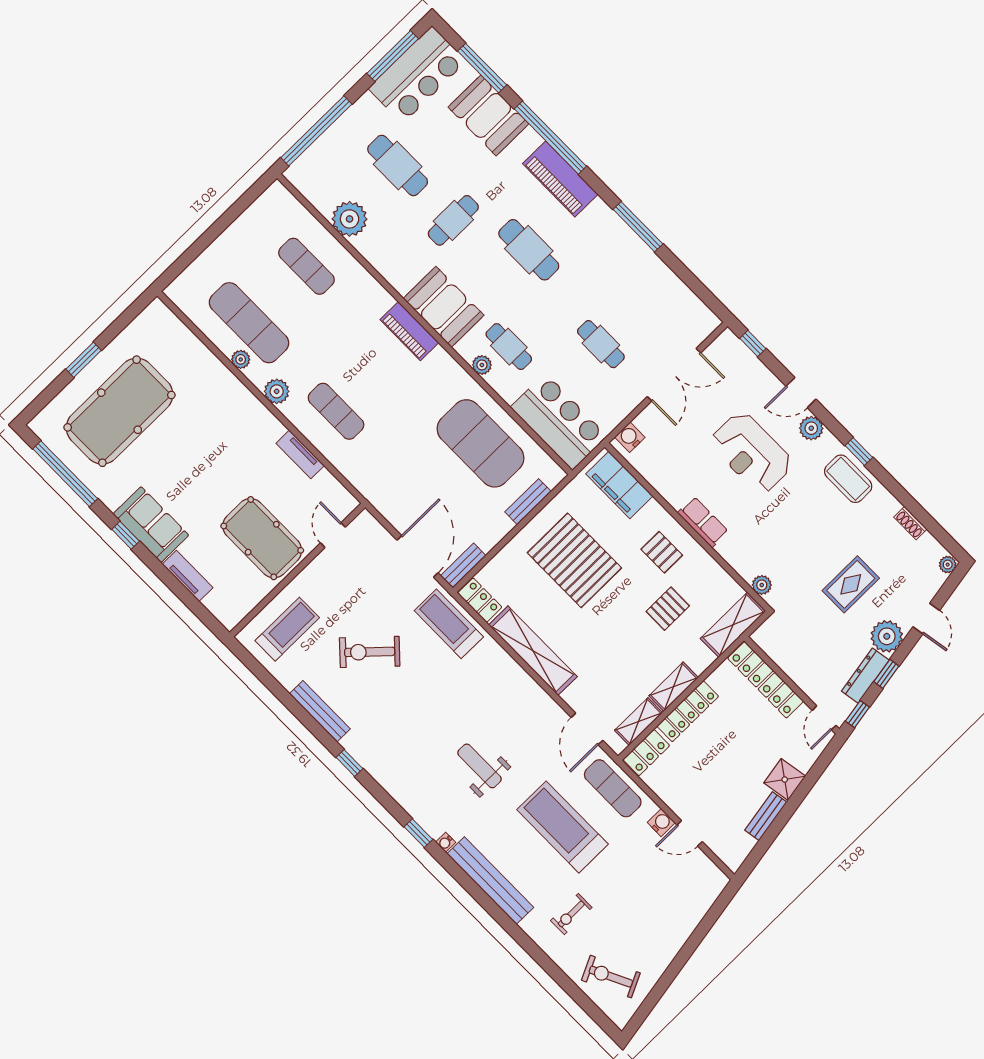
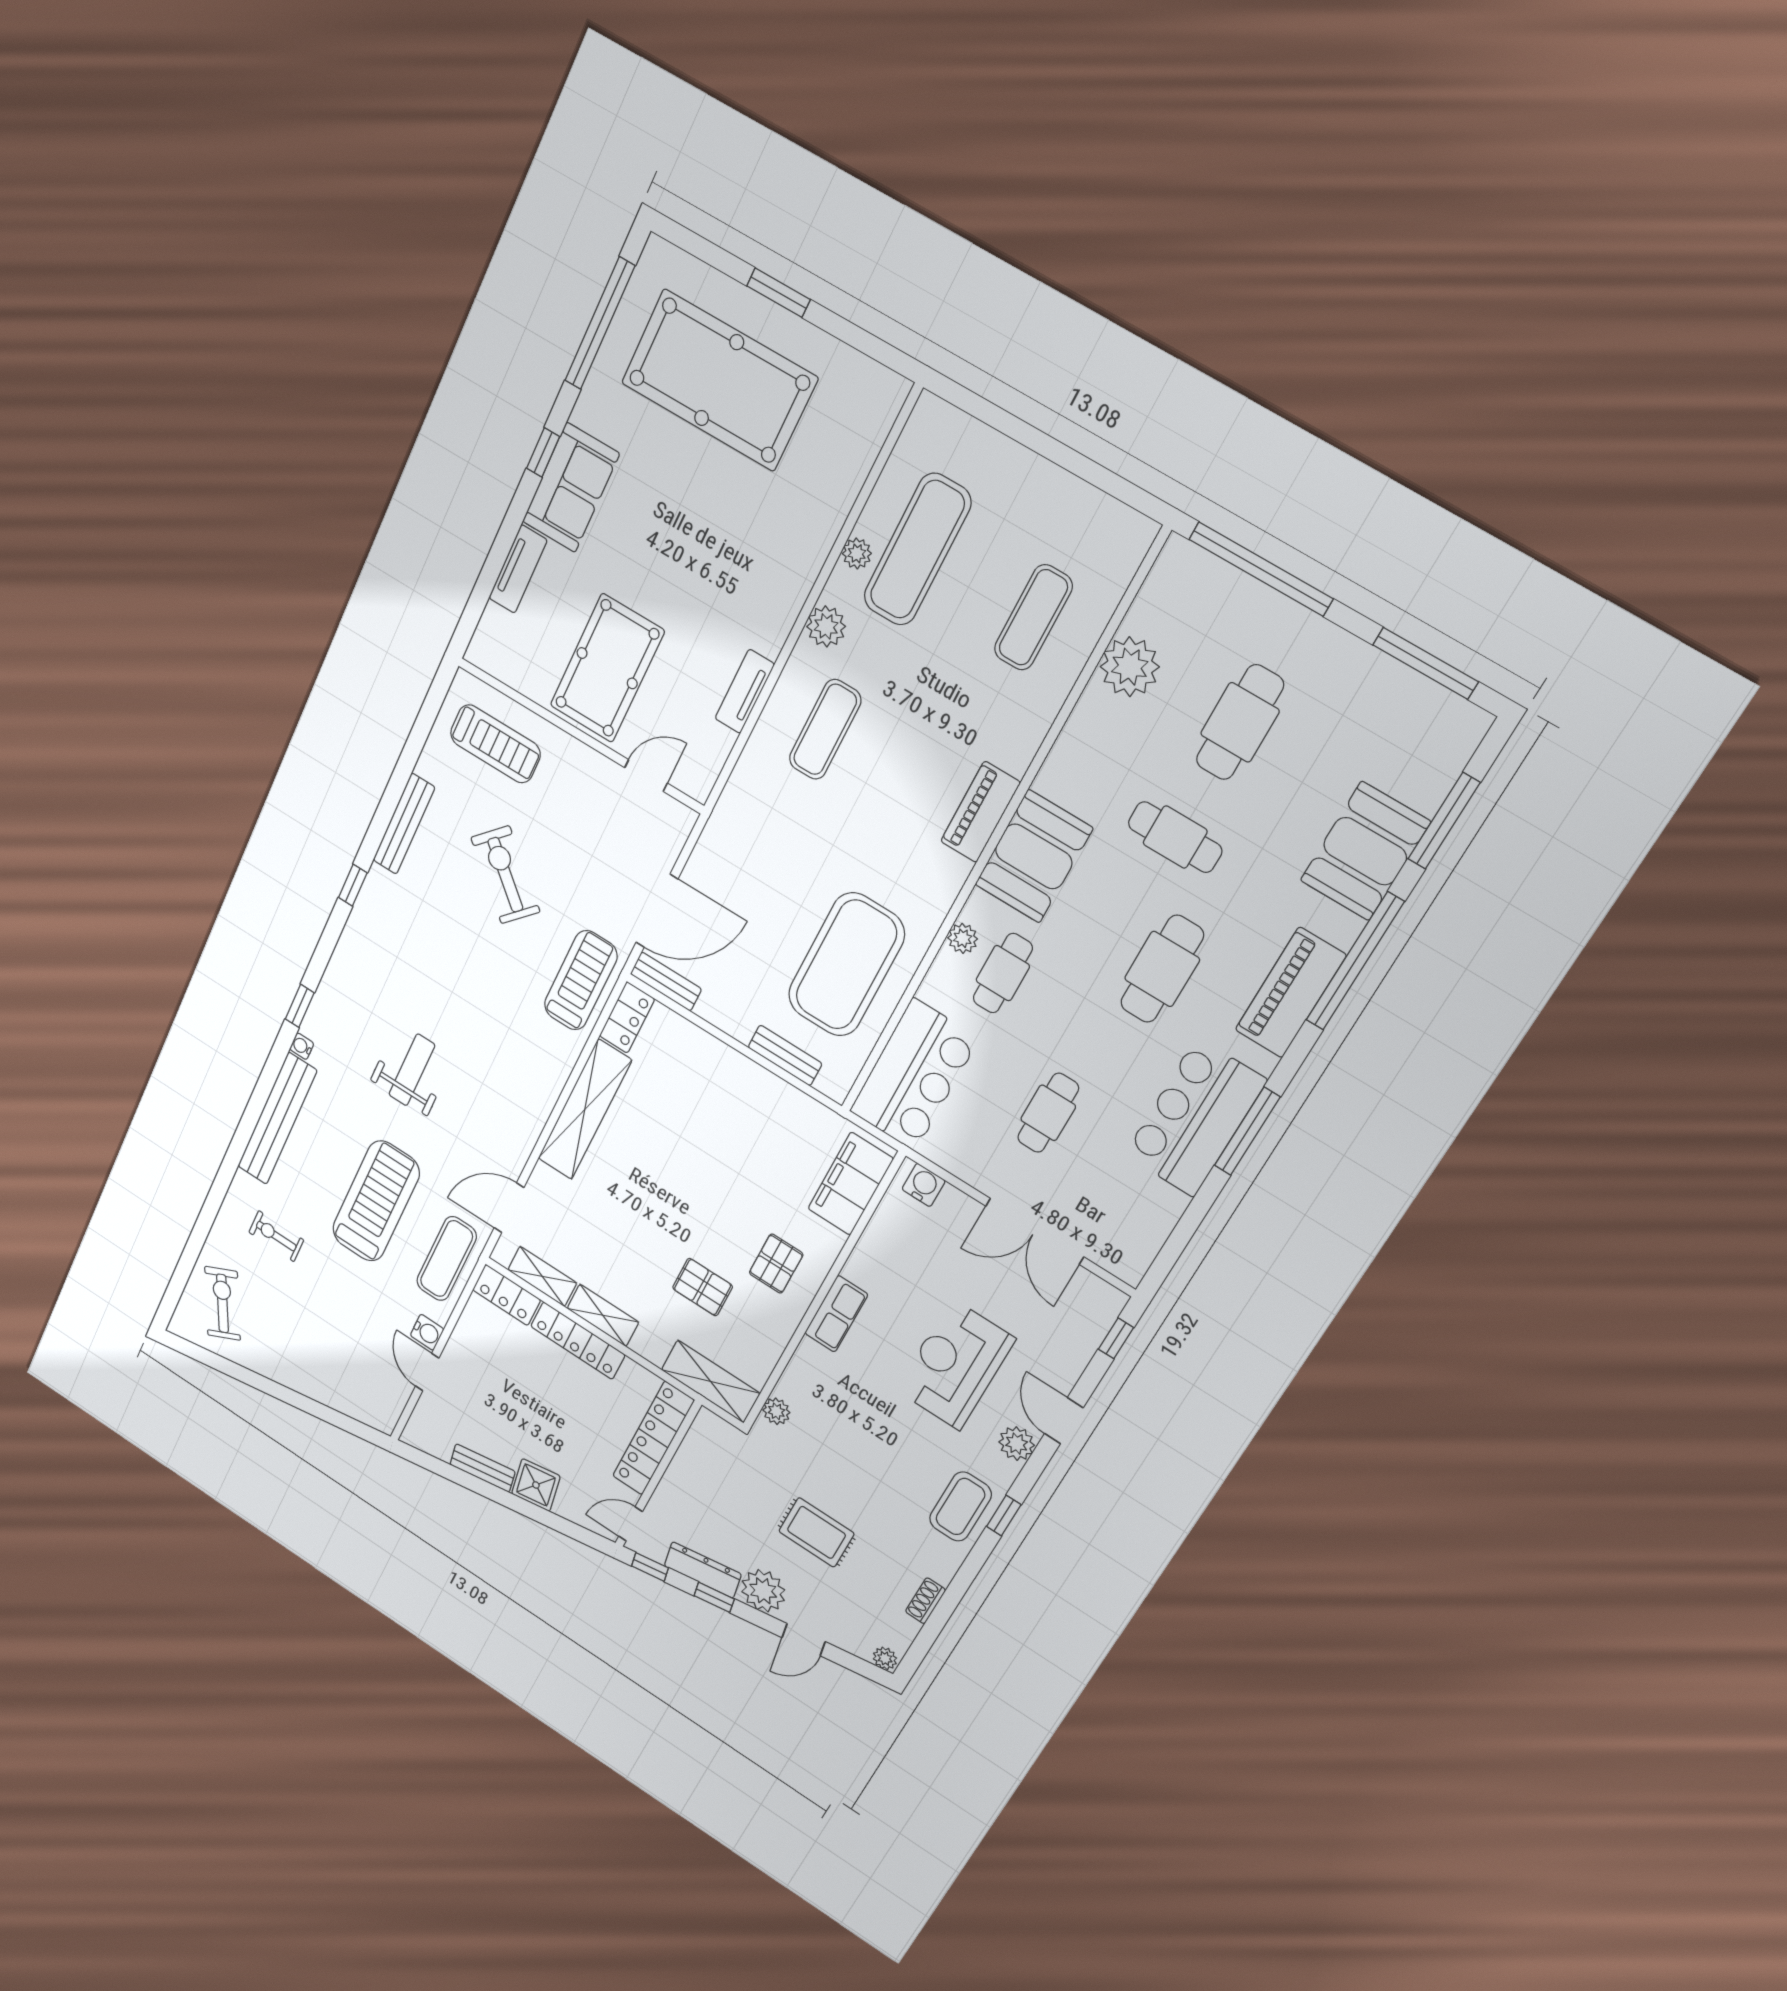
bar counter: (417, 75) -> (1195, 1118), moved, turned 90
pallet: (574, 560) -> (725, 1141), removed

